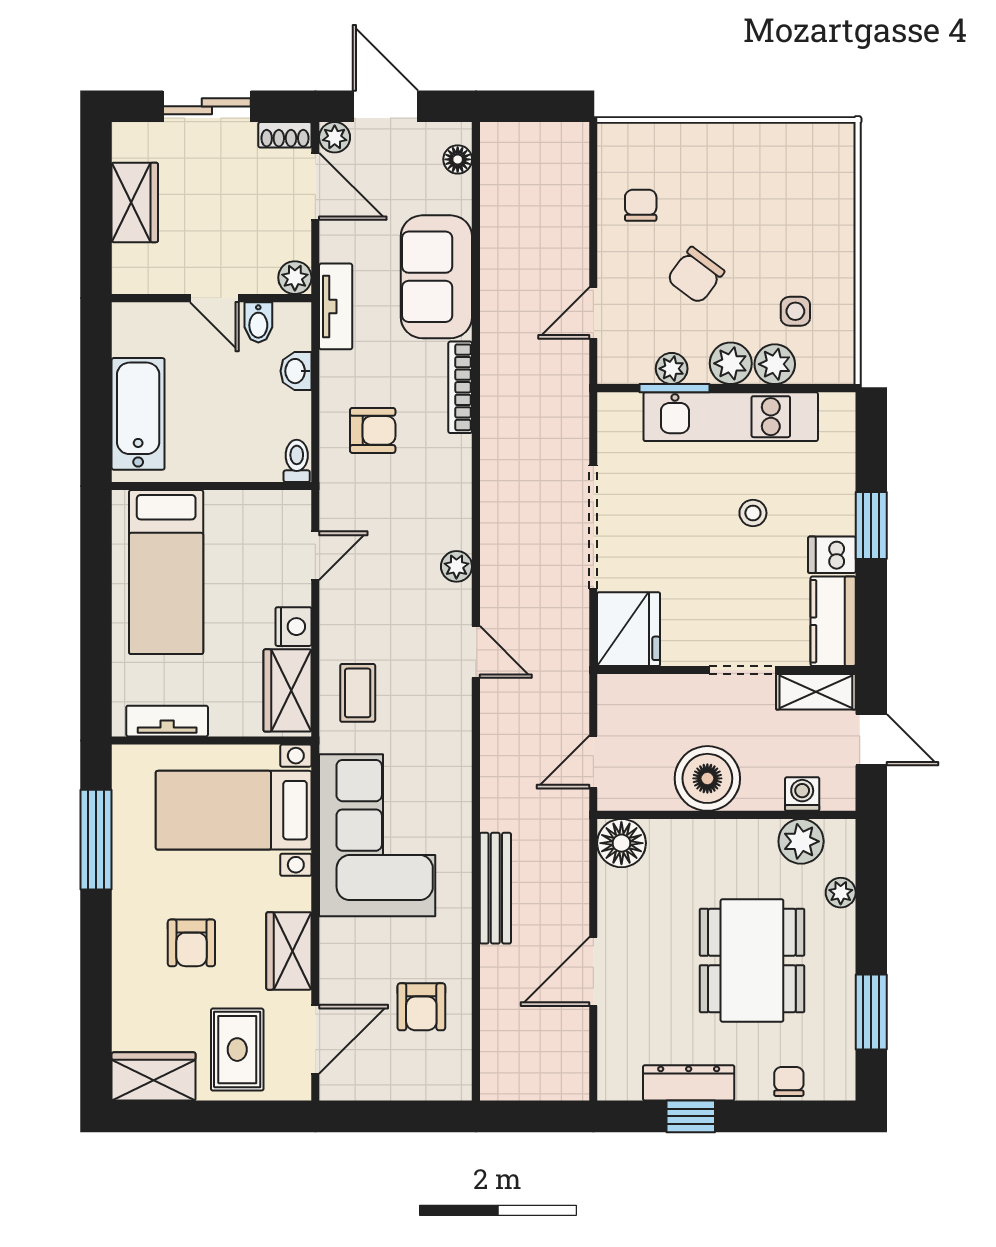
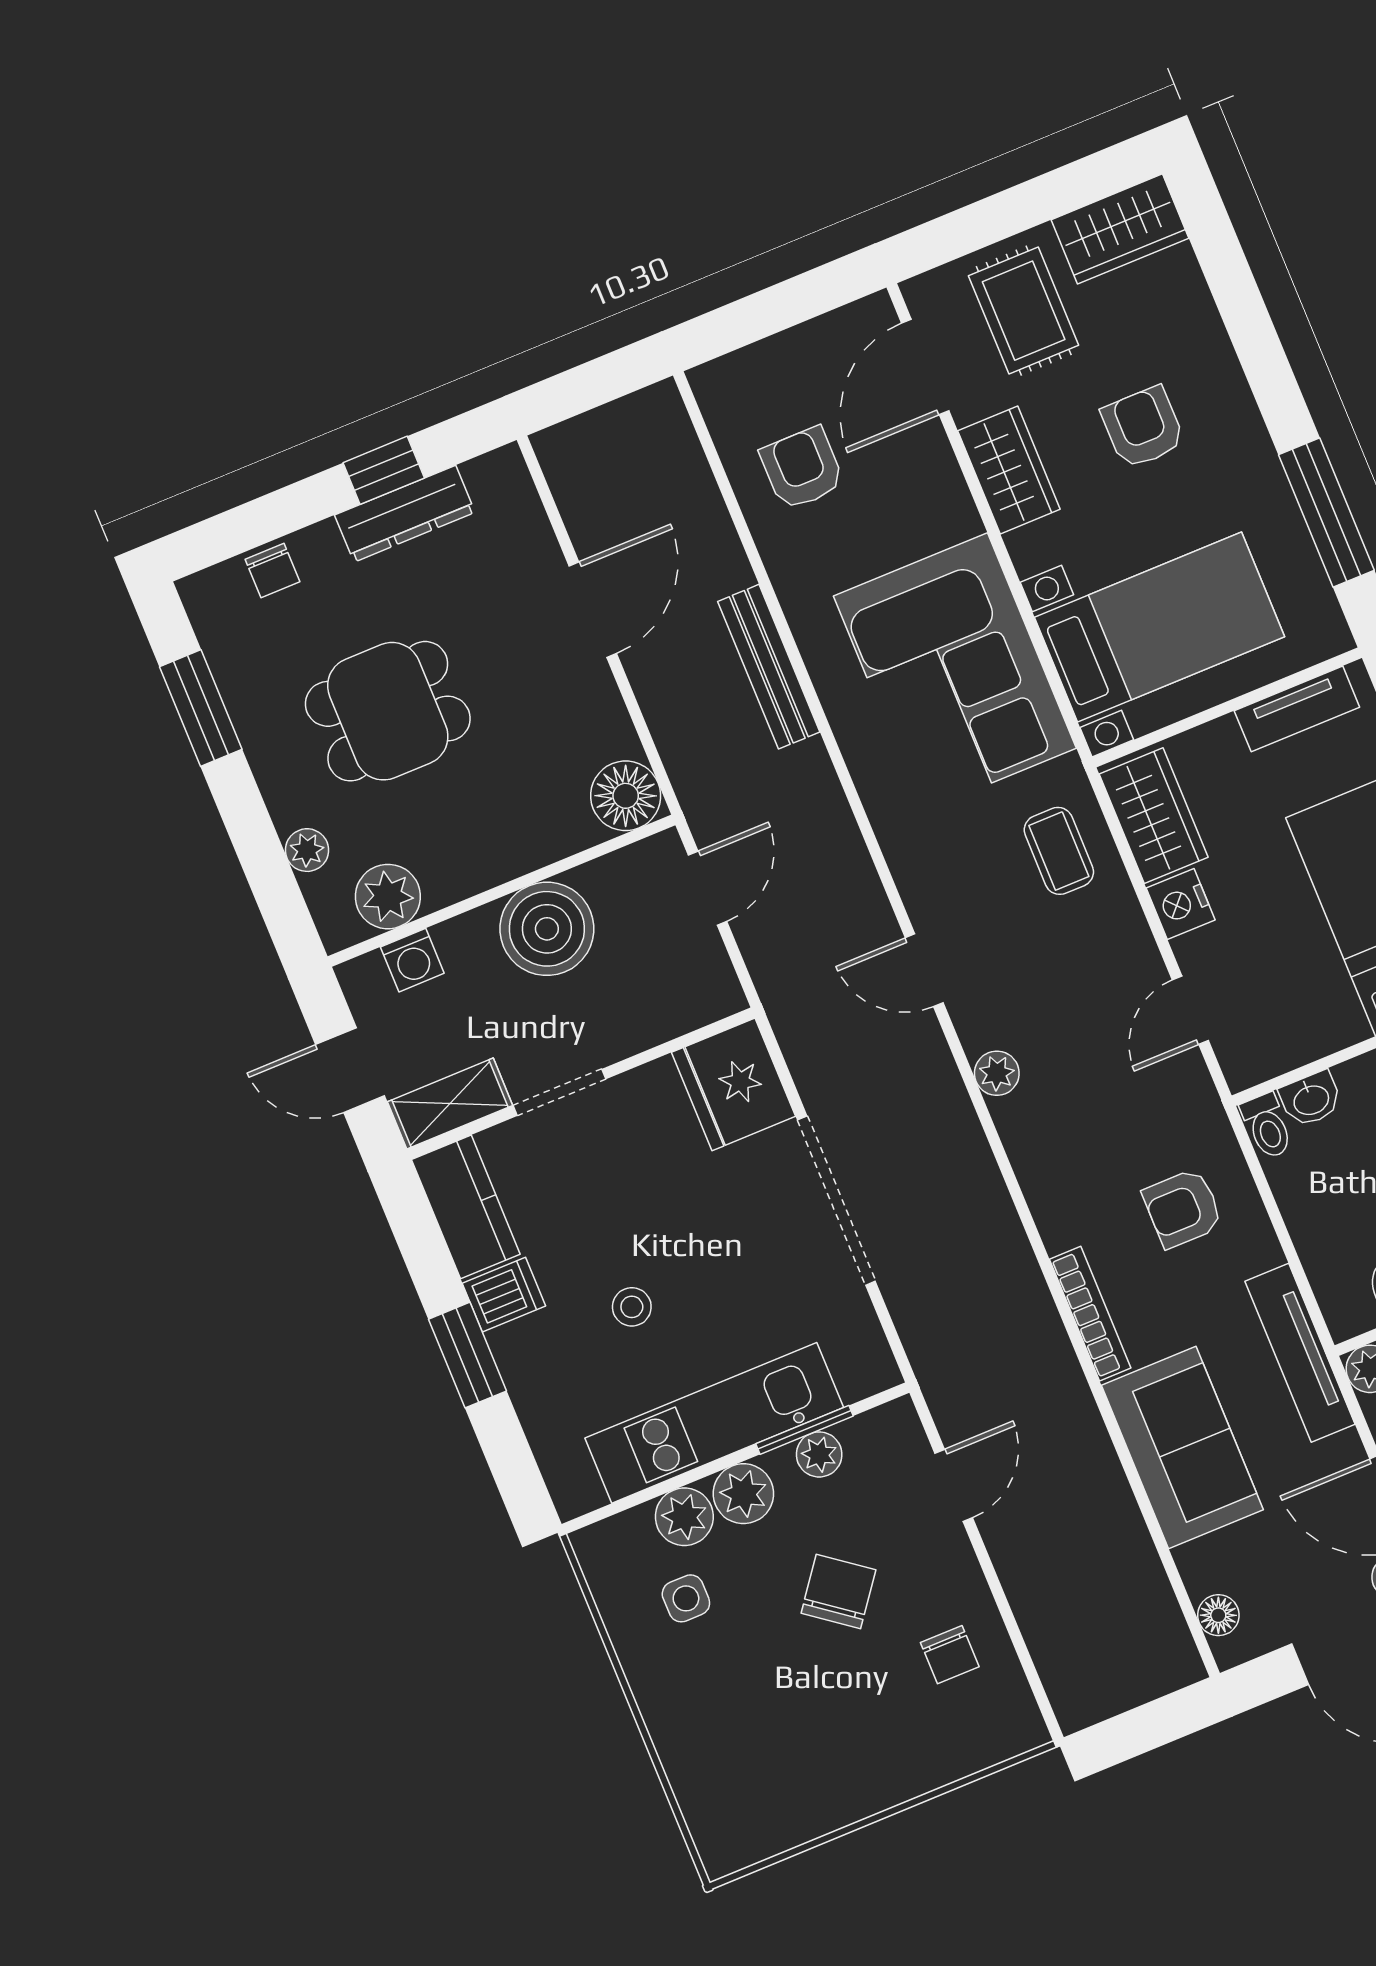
tv unit: (336, 306) -> (1300, 1353), width x1.41
washbasin: (296, 371) -> (1311, 1099), moved, turned 90
dining table: (752, 960) -> (388, 711), width x0.73

